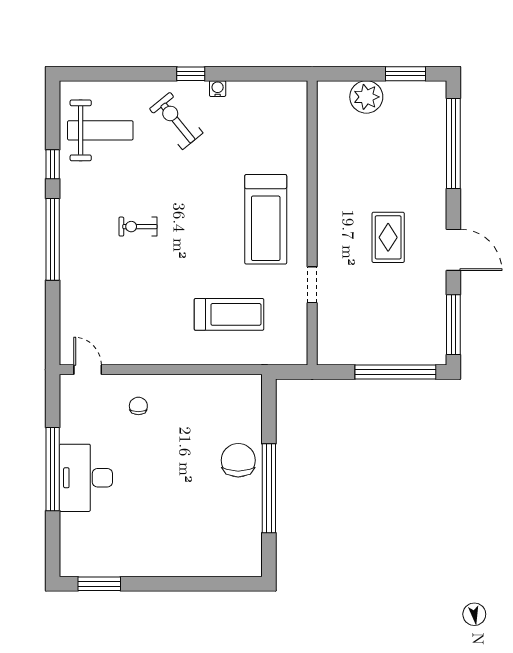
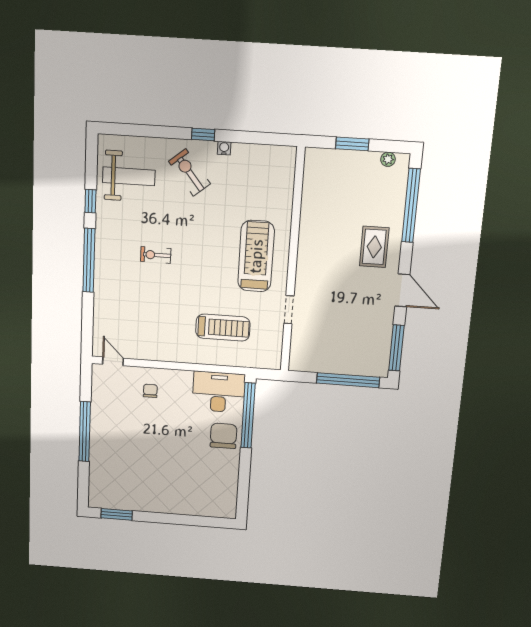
window: (406, 74) -> (352, 144), moved
plant: (366, 97) -> (388, 159), moved, width x0.53, depth x0.53
treadmill: (266, 219) -> (256, 256), turned 180
rug: (388, 237) -> (374, 247), moved
desk: (86, 478) -> (219, 392), moved, turned 90
window: (269, 488) -> (248, 415), moved

